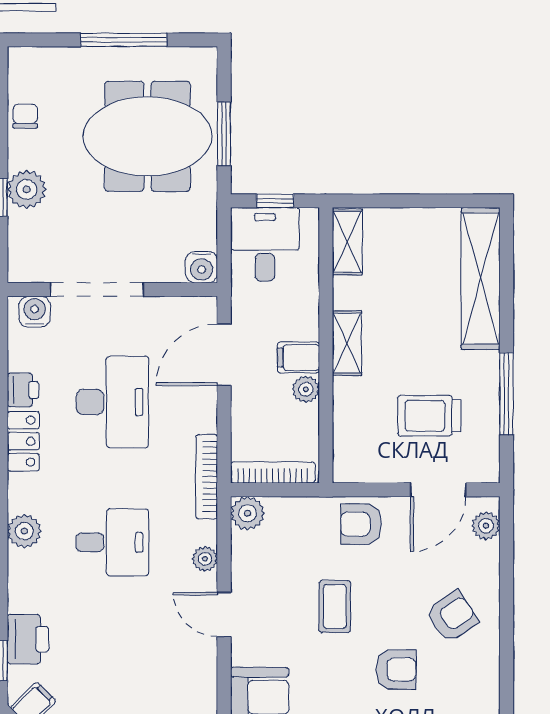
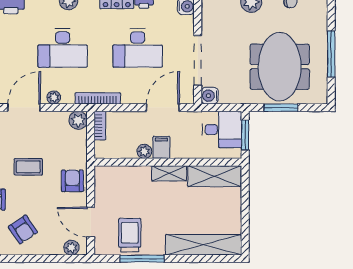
window: (275, 201) -> (245, 135), width x1.50
shelving: (347, 242) -> (214, 176), width x1.50, depth x1.33
doorway: (97, 289) -> (198, 60), moved
door: (224, 355) -> (163, 108), hinge flipped
trolley: (429, 416) -> (130, 235), moved
bookcase: (273, 472) -> (100, 126), width x0.64
desk: (112, 542) -> (63, 48), width x1.37
door: (224, 614) -> (24, 108), width x1.38

